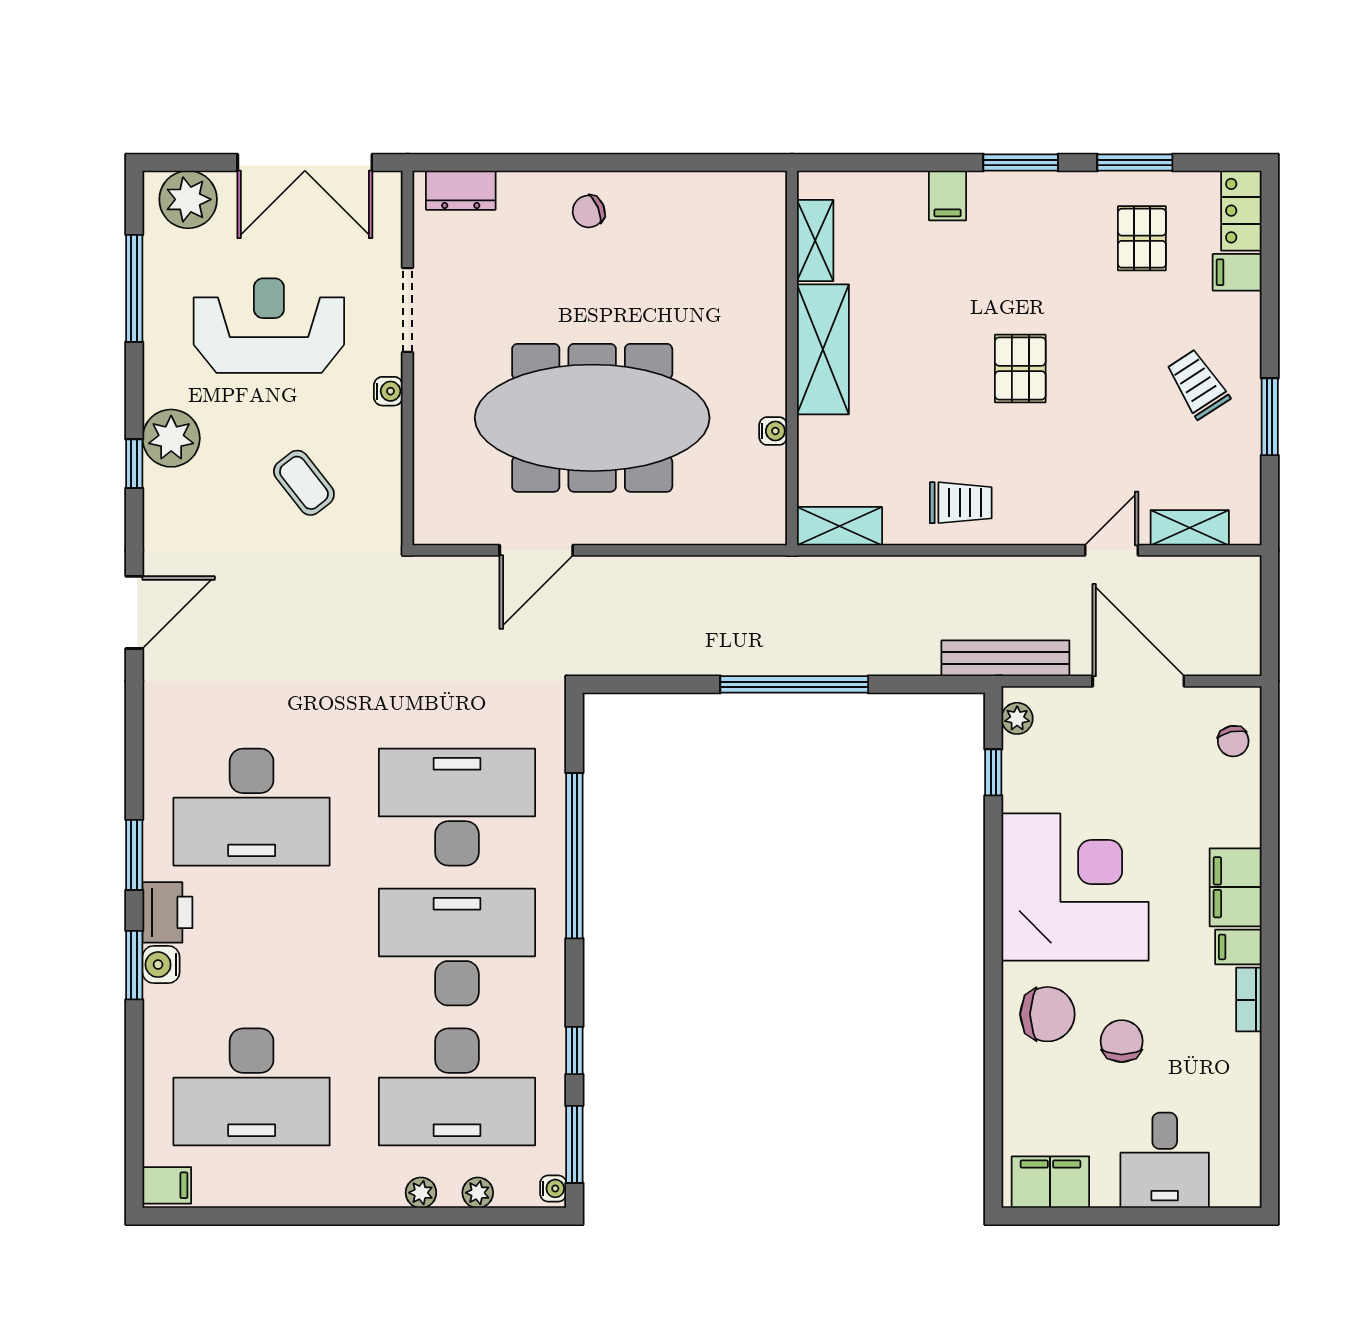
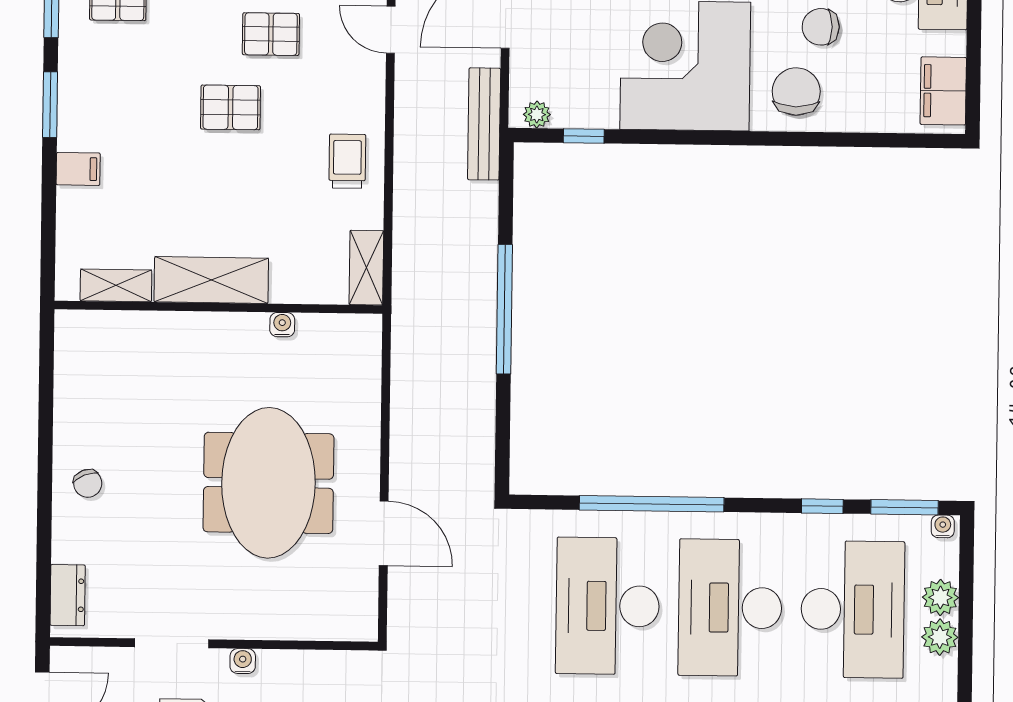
pallet: (1105, 413) -> (271, 34), added
meeting table: (592, 418) -> (268, 483), width x0.73
plant: (421, 1193) -> (940, 637), width x1.38, depth x1.38
plant: (478, 1193) -> (940, 597), width x1.38, depth x1.38

